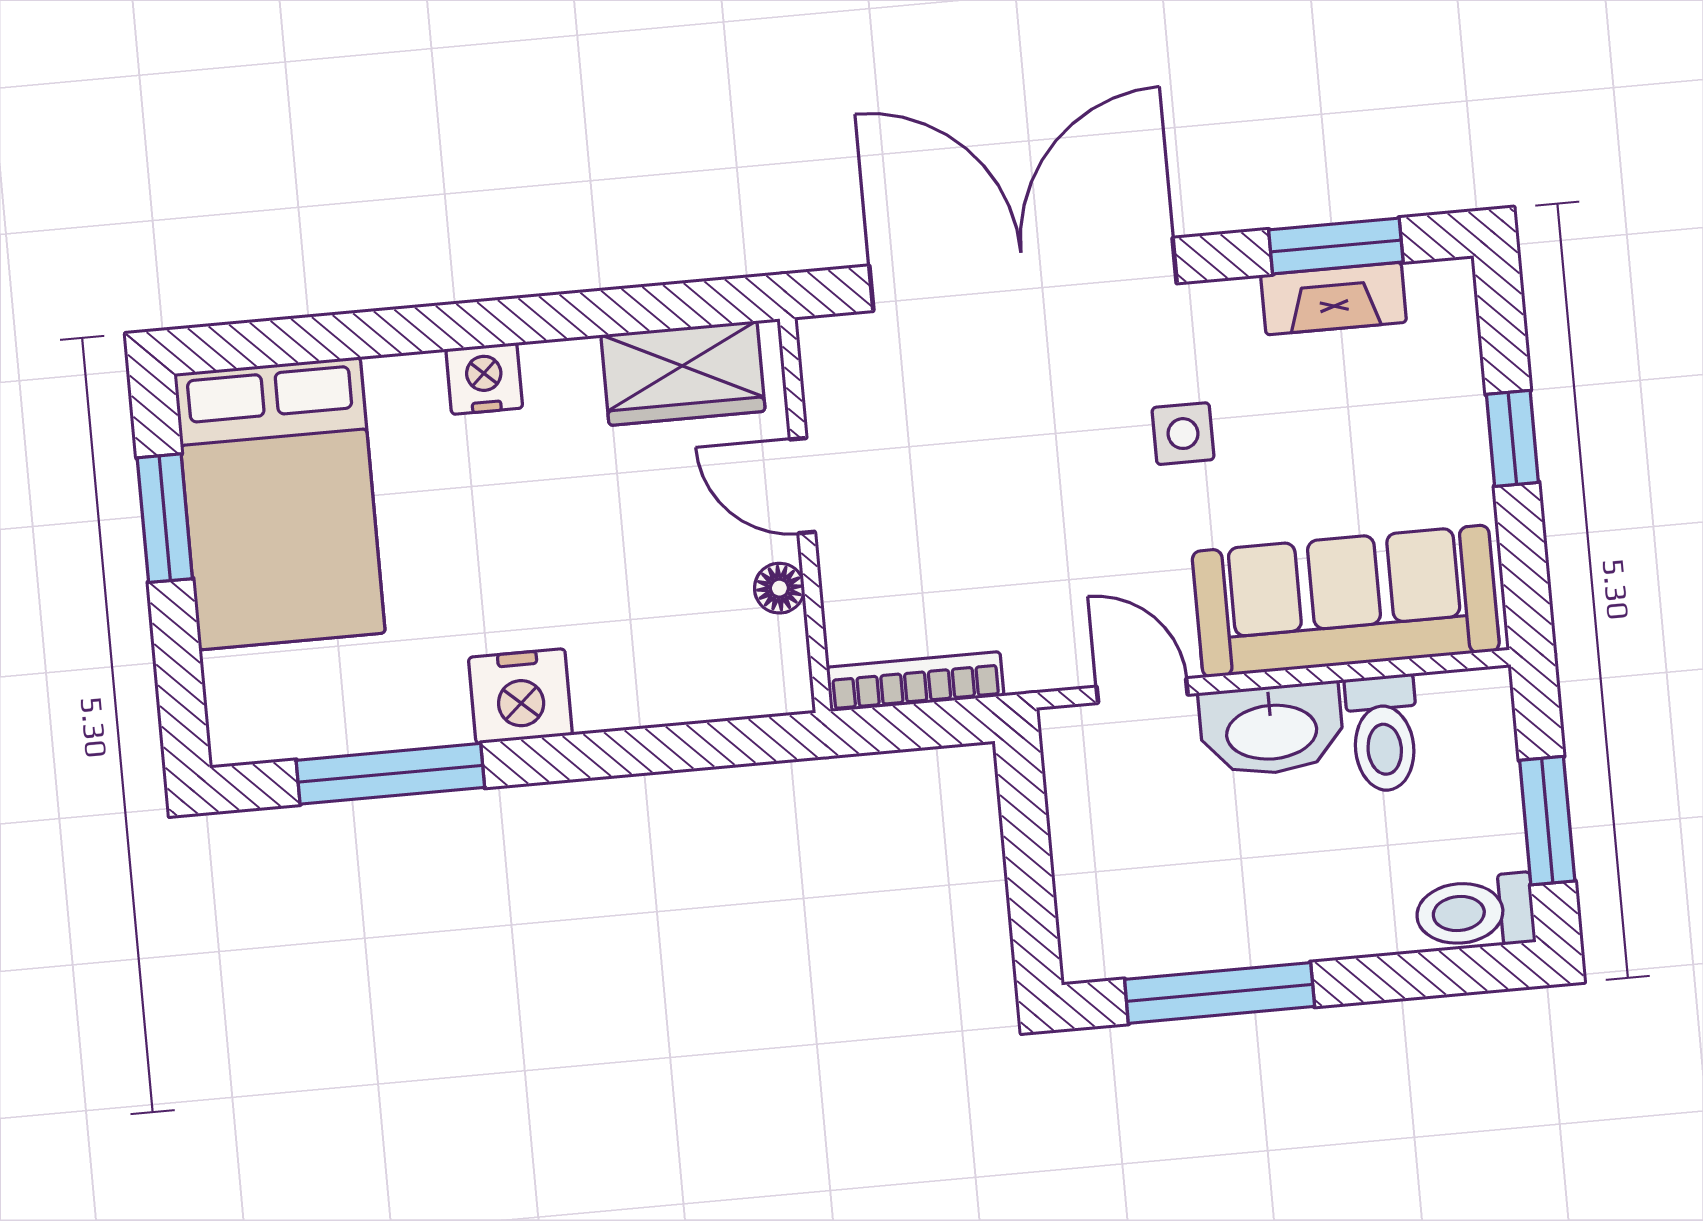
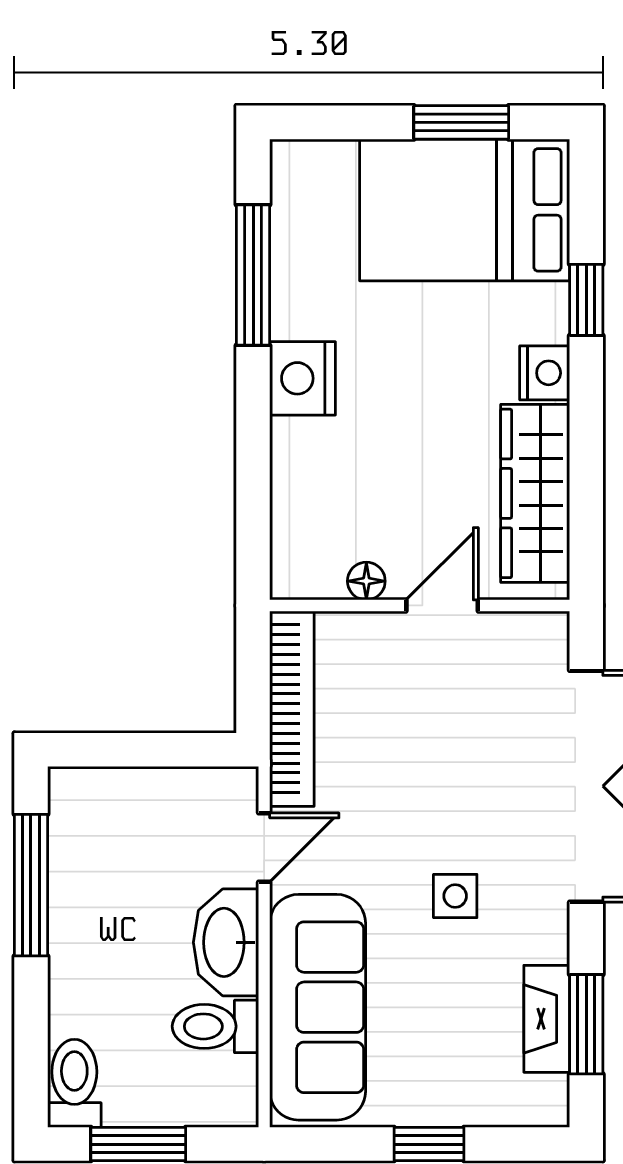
window: (383, 333) -> (586, 300), added
wardrobe: (683, 373) -> (535, 493), width x1.50
bookcase: (915, 682) -> (292, 709), width x1.48, depth x1.31

